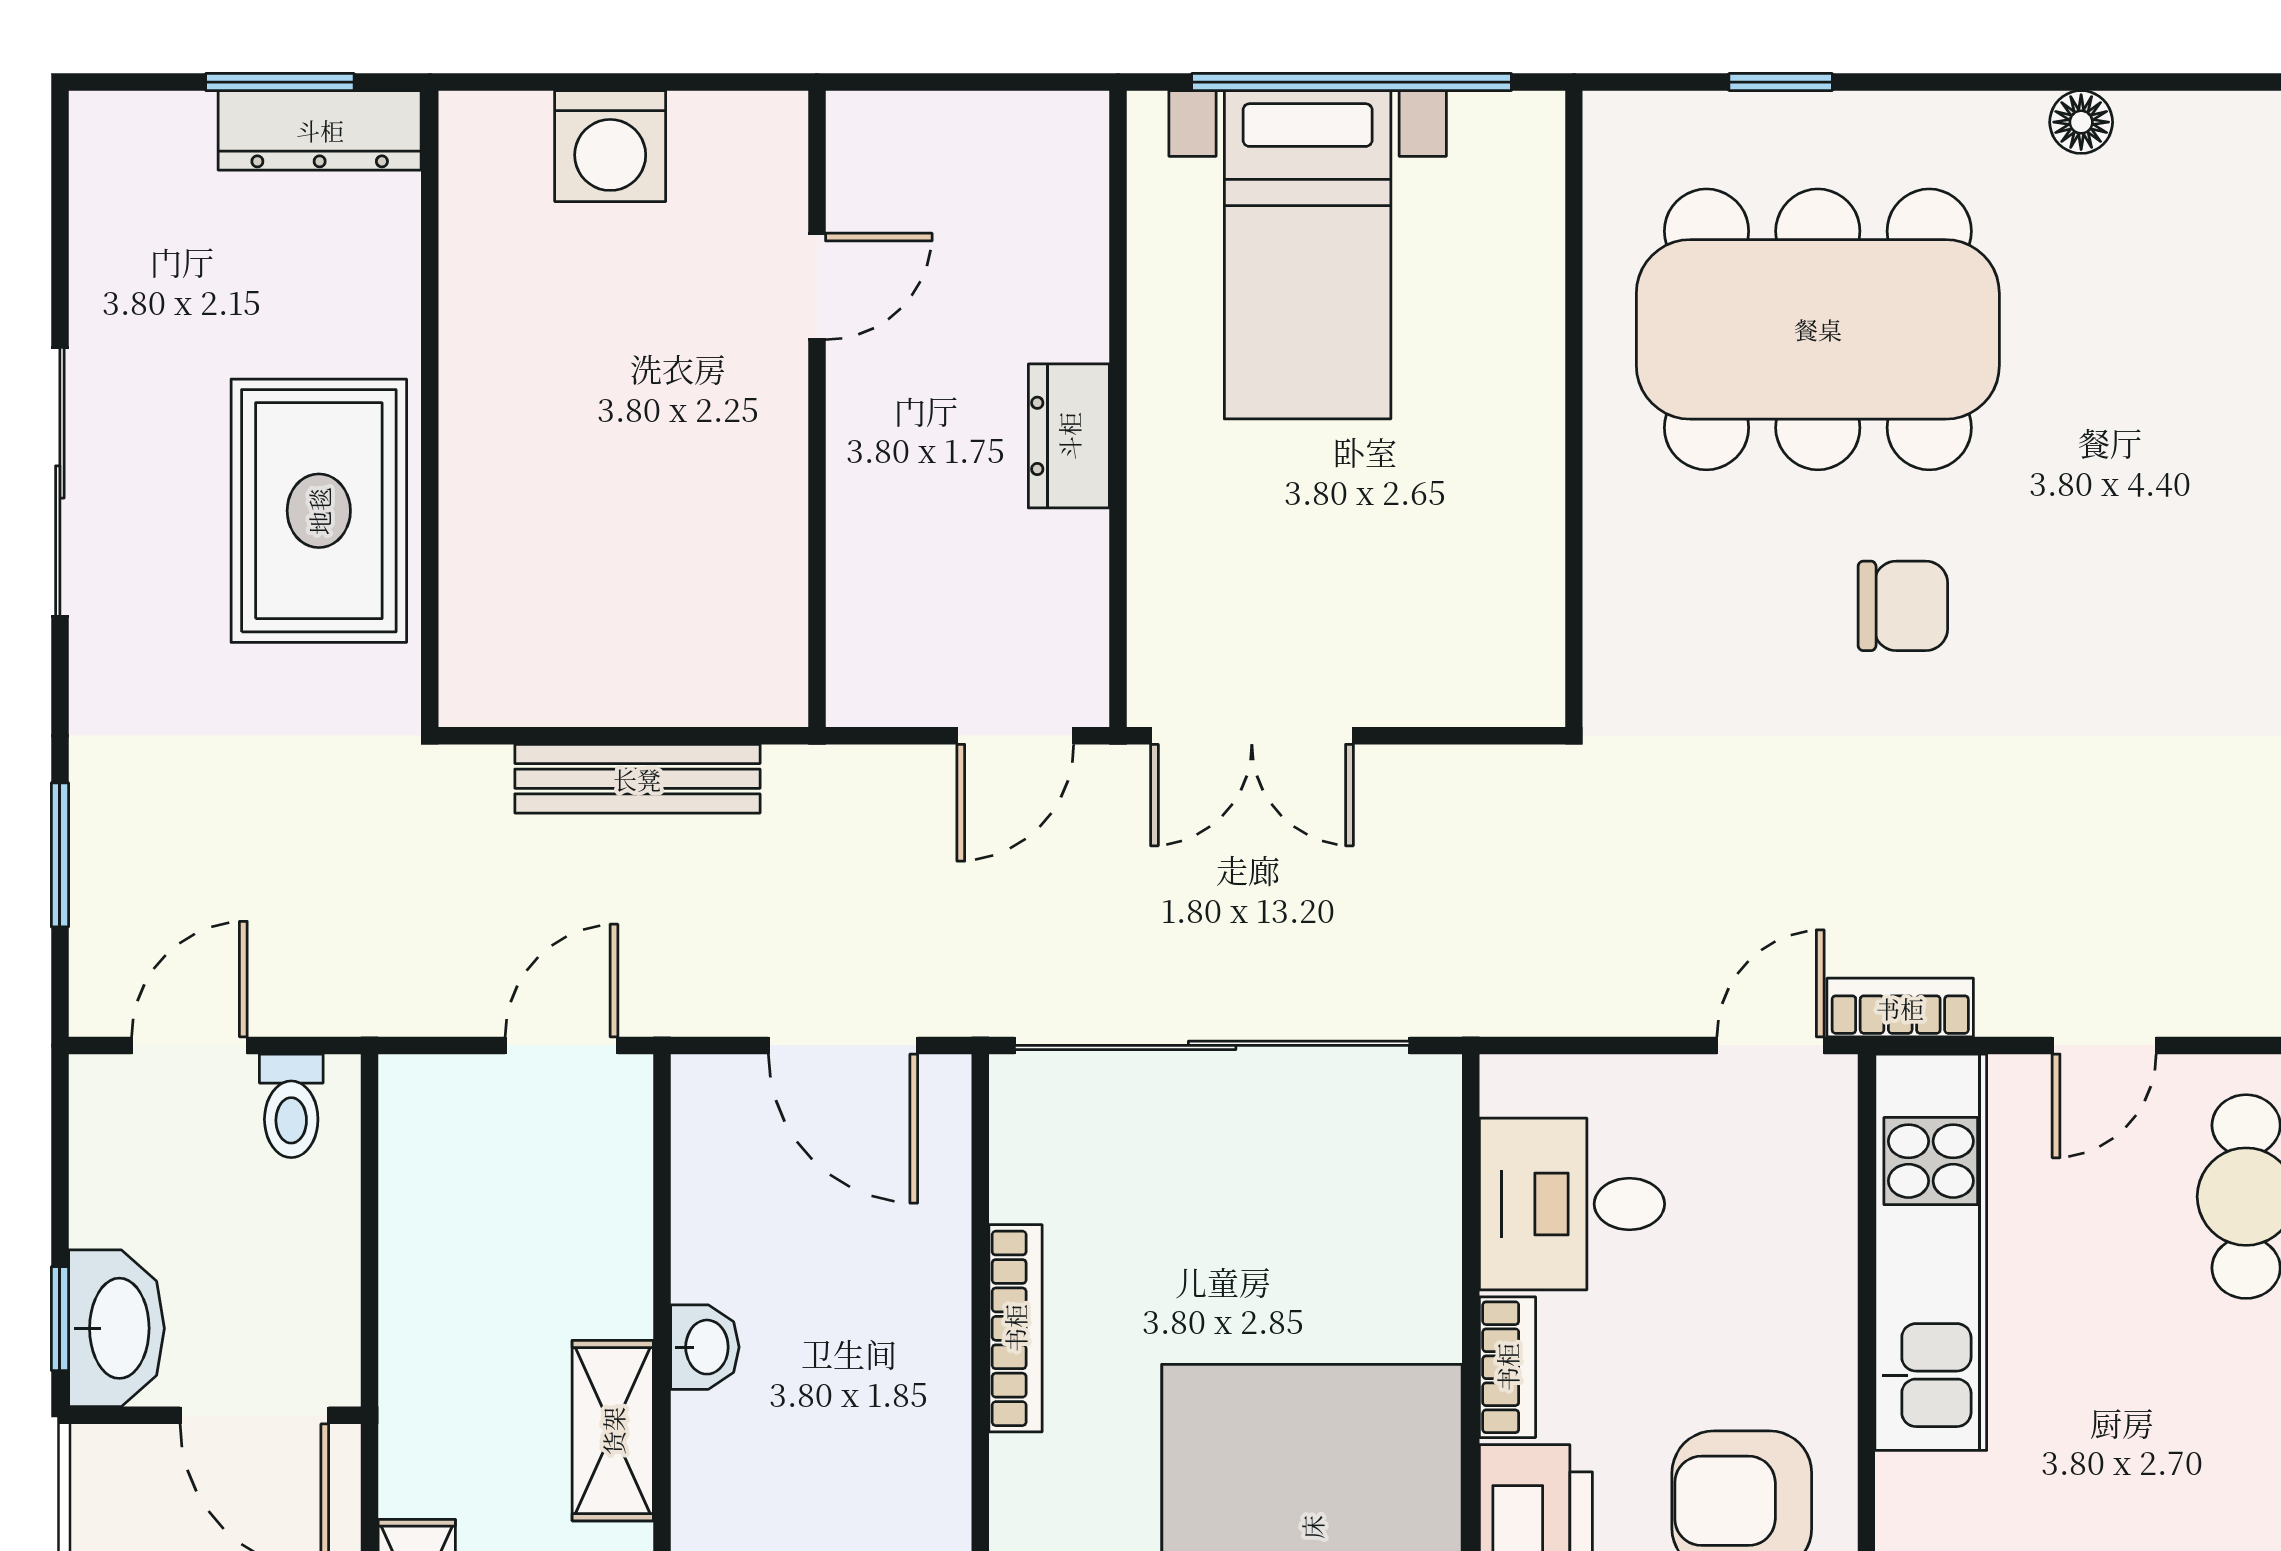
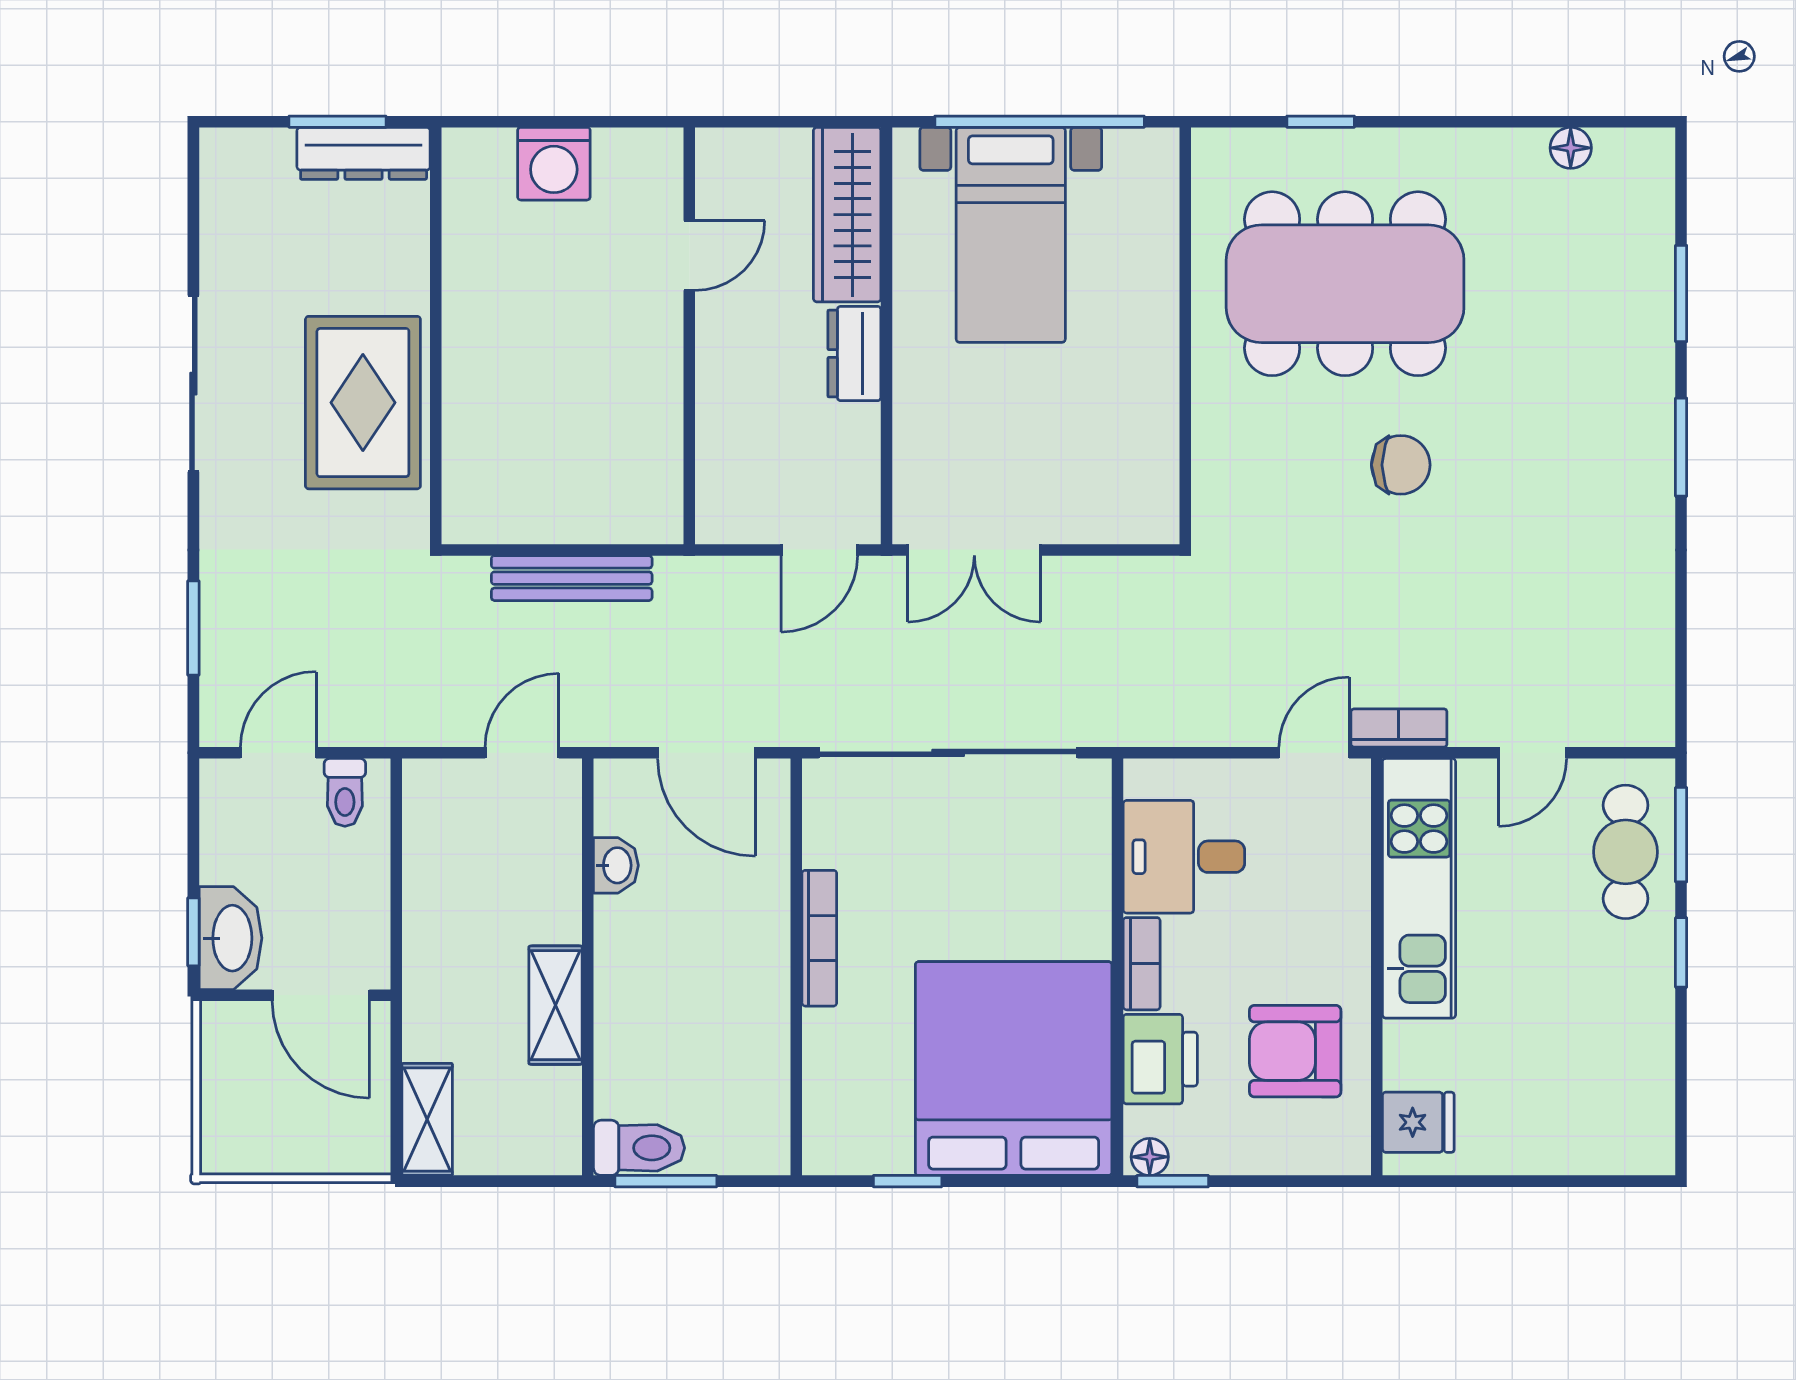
floor lamp: (2081, 122) -> (1571, 148), moved
wardrobe: (1058, 224) -> (847, 215), added
washbasin: (705, 1347) -> (616, 865), moved

